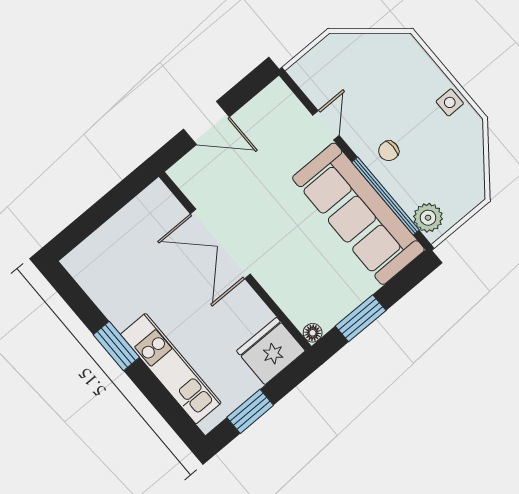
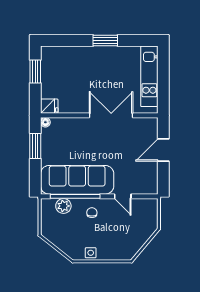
plant: (428, 218) -> (63, 206), moved
fridge: (271, 351) -> (49, 106), width x0.53, depth x0.75
kitchen unit: (171, 369) -> (149, 76), moved, turned 90

